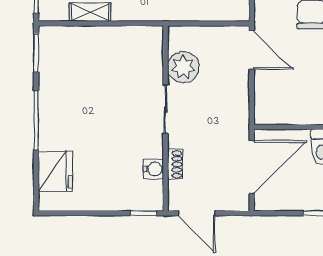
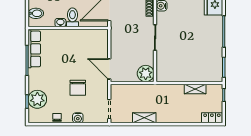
plant: (183, 67) -> (146, 74), moved

